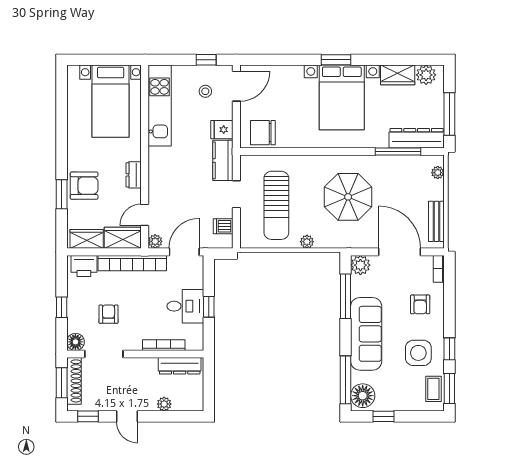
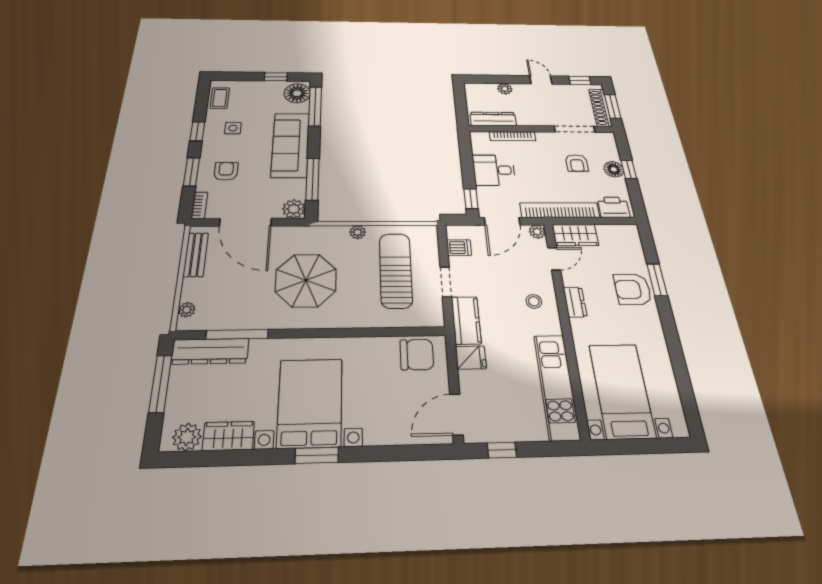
stool: (205, 91) -> (534, 301), moved
wardrobe: (87, 239) -> (617, 234), removed
window: (209, 307) -> (471, 199), moved
floor lamp: (75, 342) -> (614, 169), moved
side table: (418, 353) -> (233, 128), width x0.54, depth x0.54
window: (449, 389) -> (191, 172), moved

